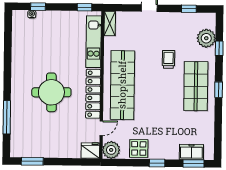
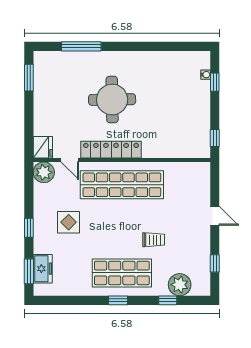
shelving: (110, 24) -> (196, 168), removed
kitchen unit: (94, 42) -> (174, 149), removed
display table: (139, 148) -> (69, 222), moved

